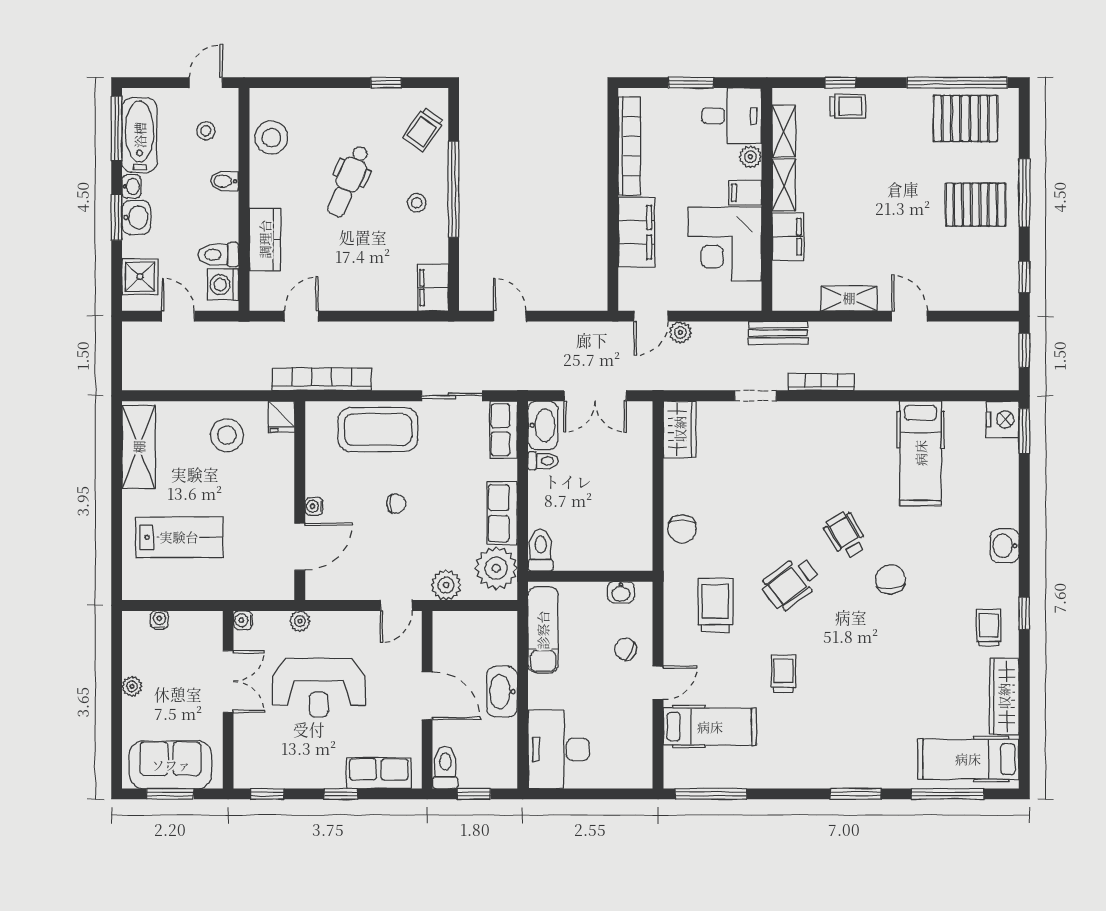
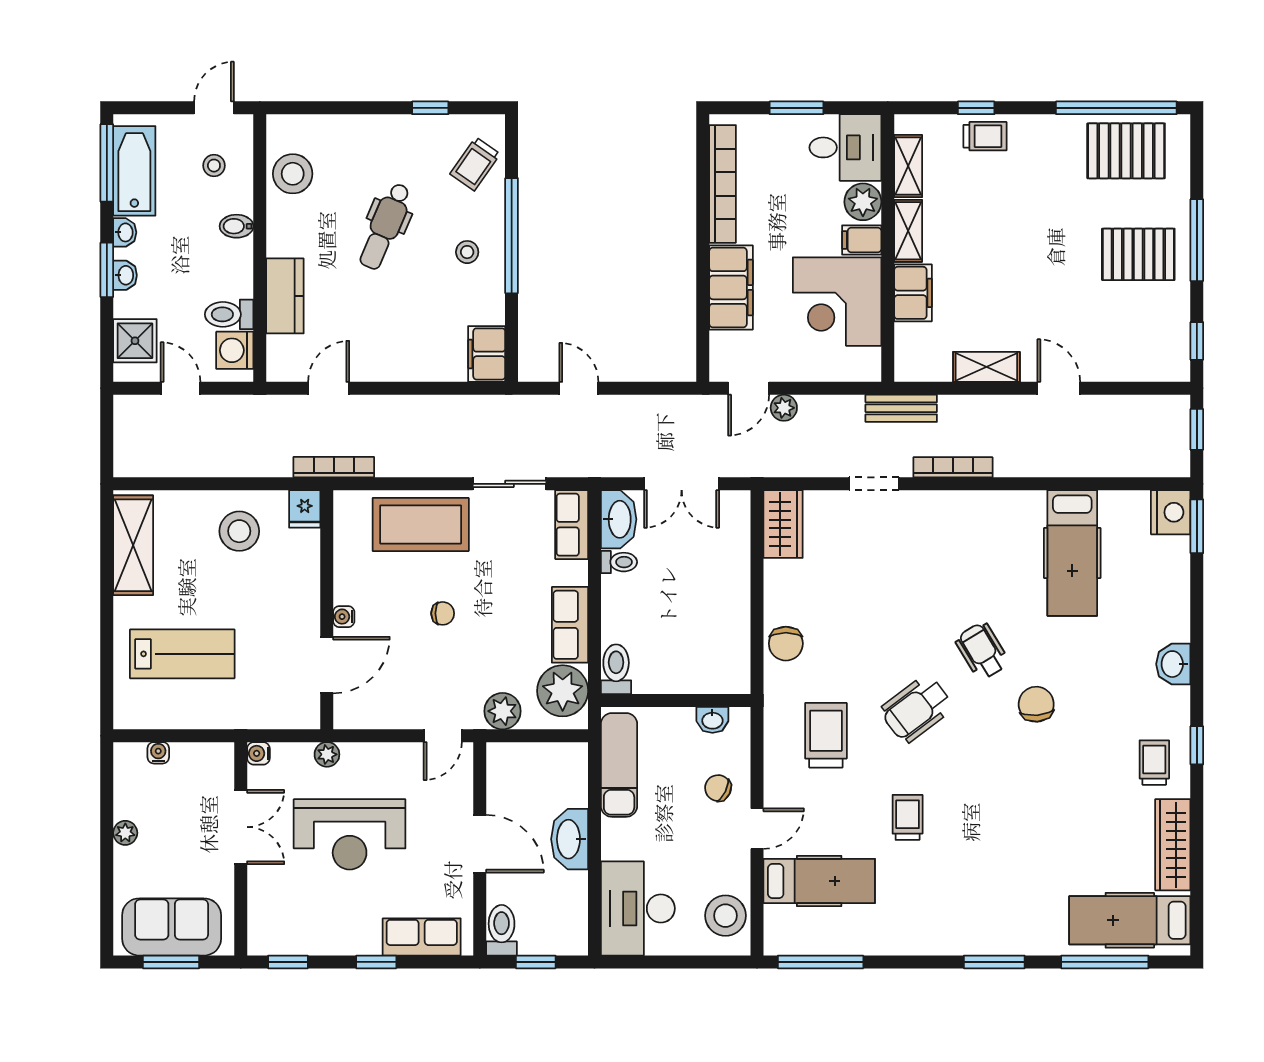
plant: (750, 157) -> (863, 202), width x1.38, depth x1.38
washbasin: (136, 217) -> (125, 275), width x0.72, depth x0.69
bookcase: (322, 379) -> (334, 467), width x0.68, depth x0.76
stool: (632, 755) -> (725, 916), added

